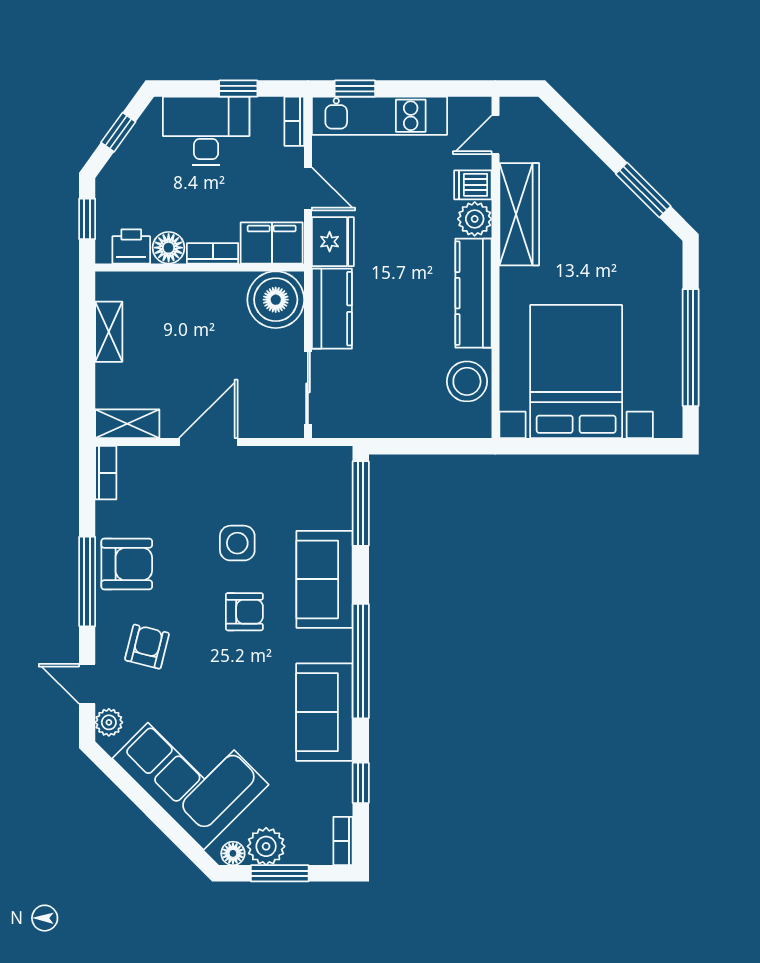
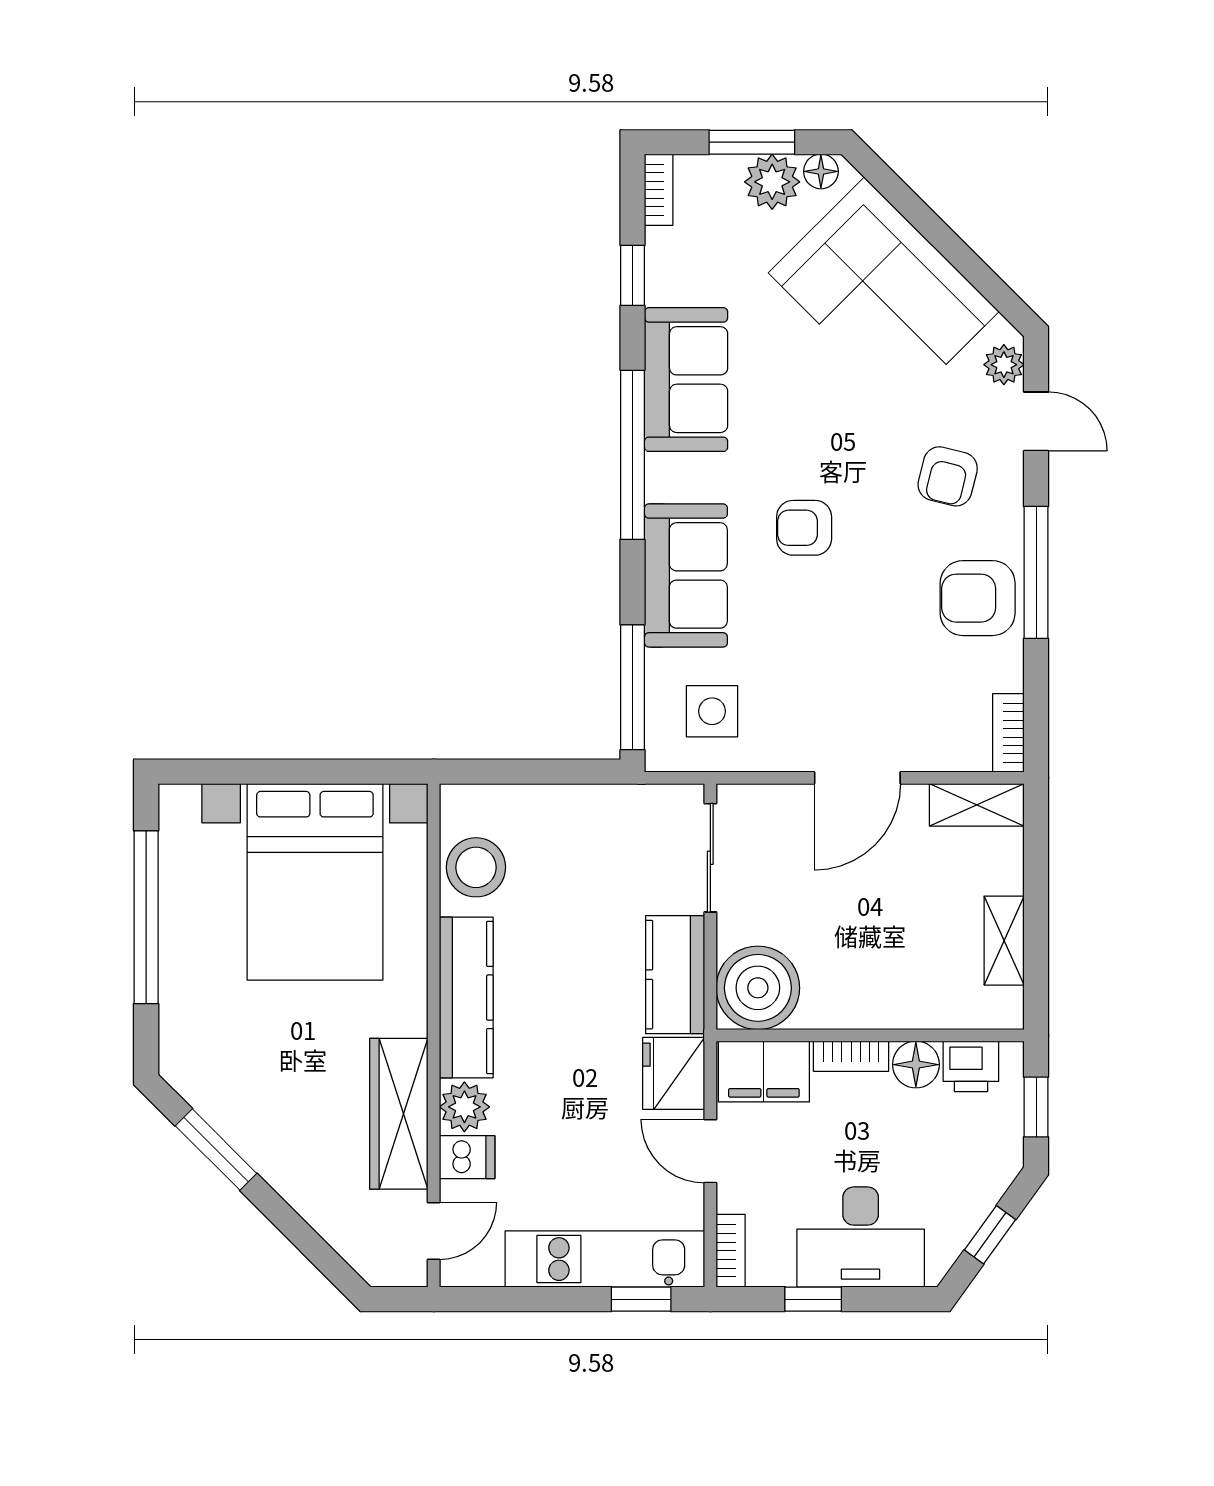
side table: (237, 543) -> (712, 711), moved

